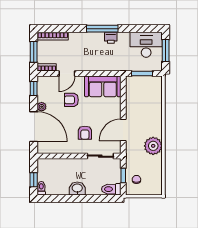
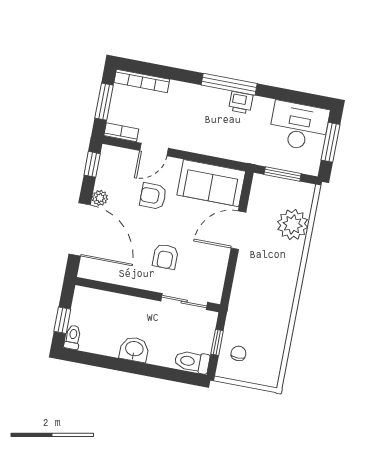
door: (123, 130) -> (238, 230), moved
plant: (153, 146) -> (293, 225), moved

